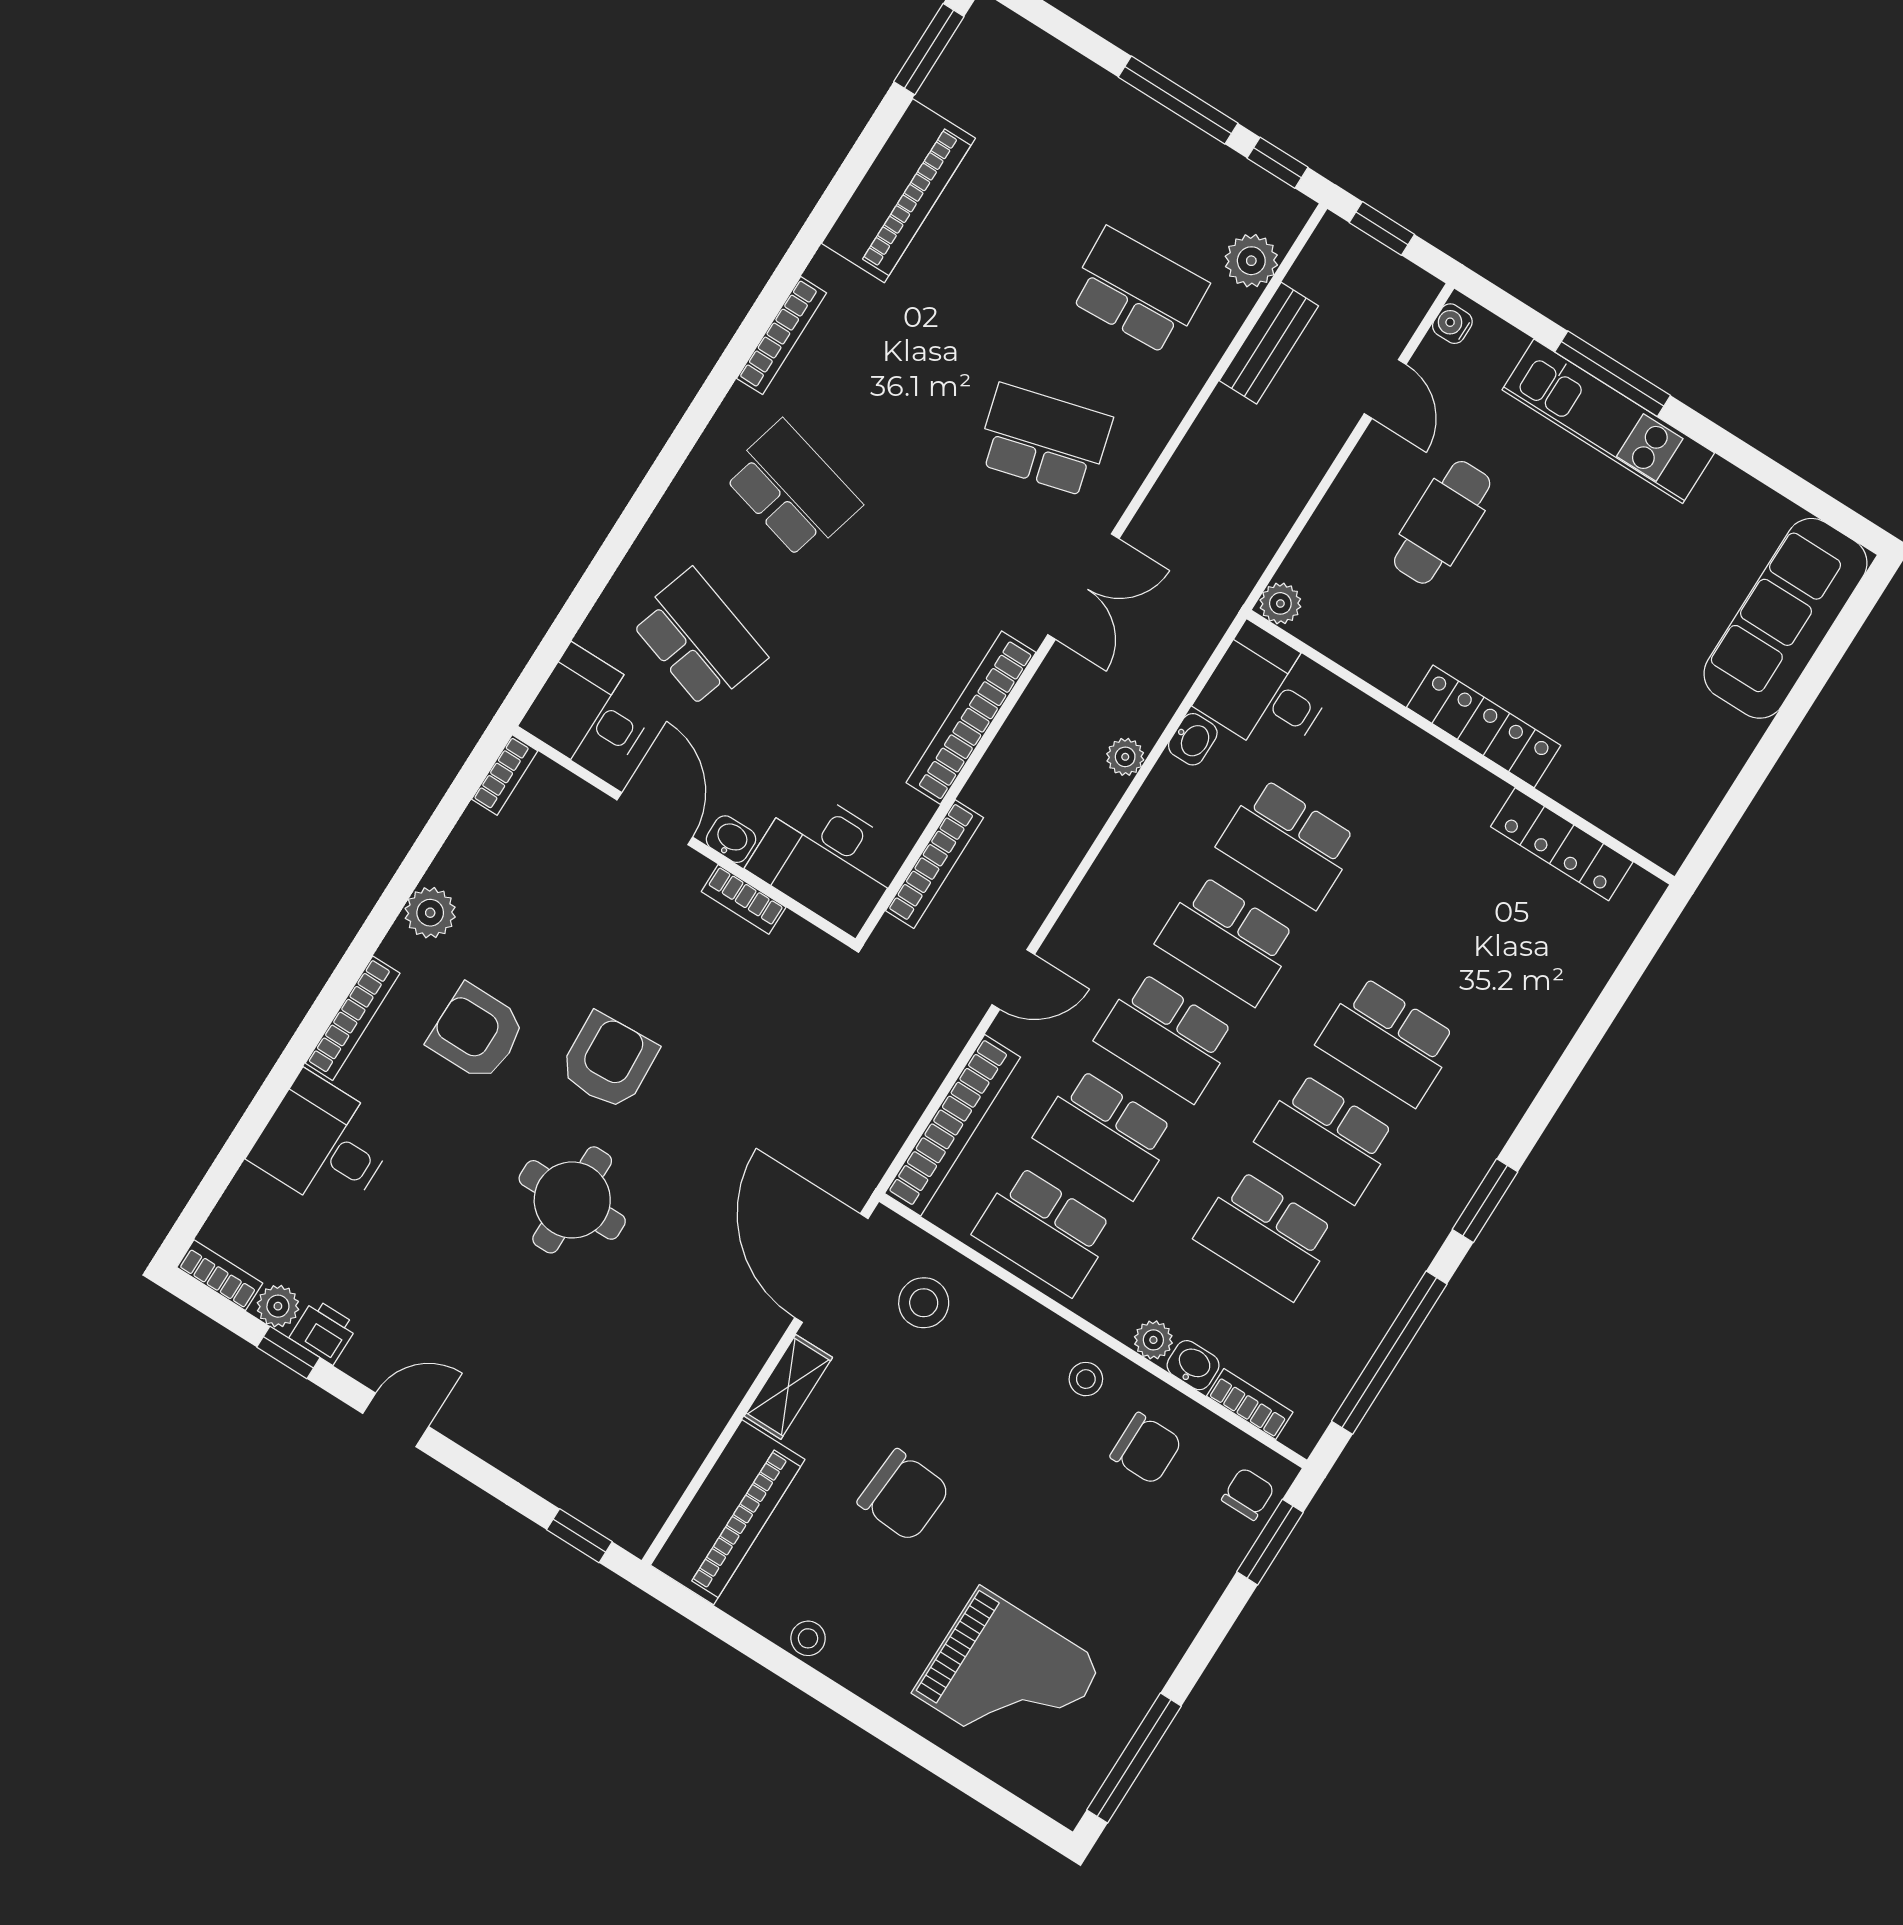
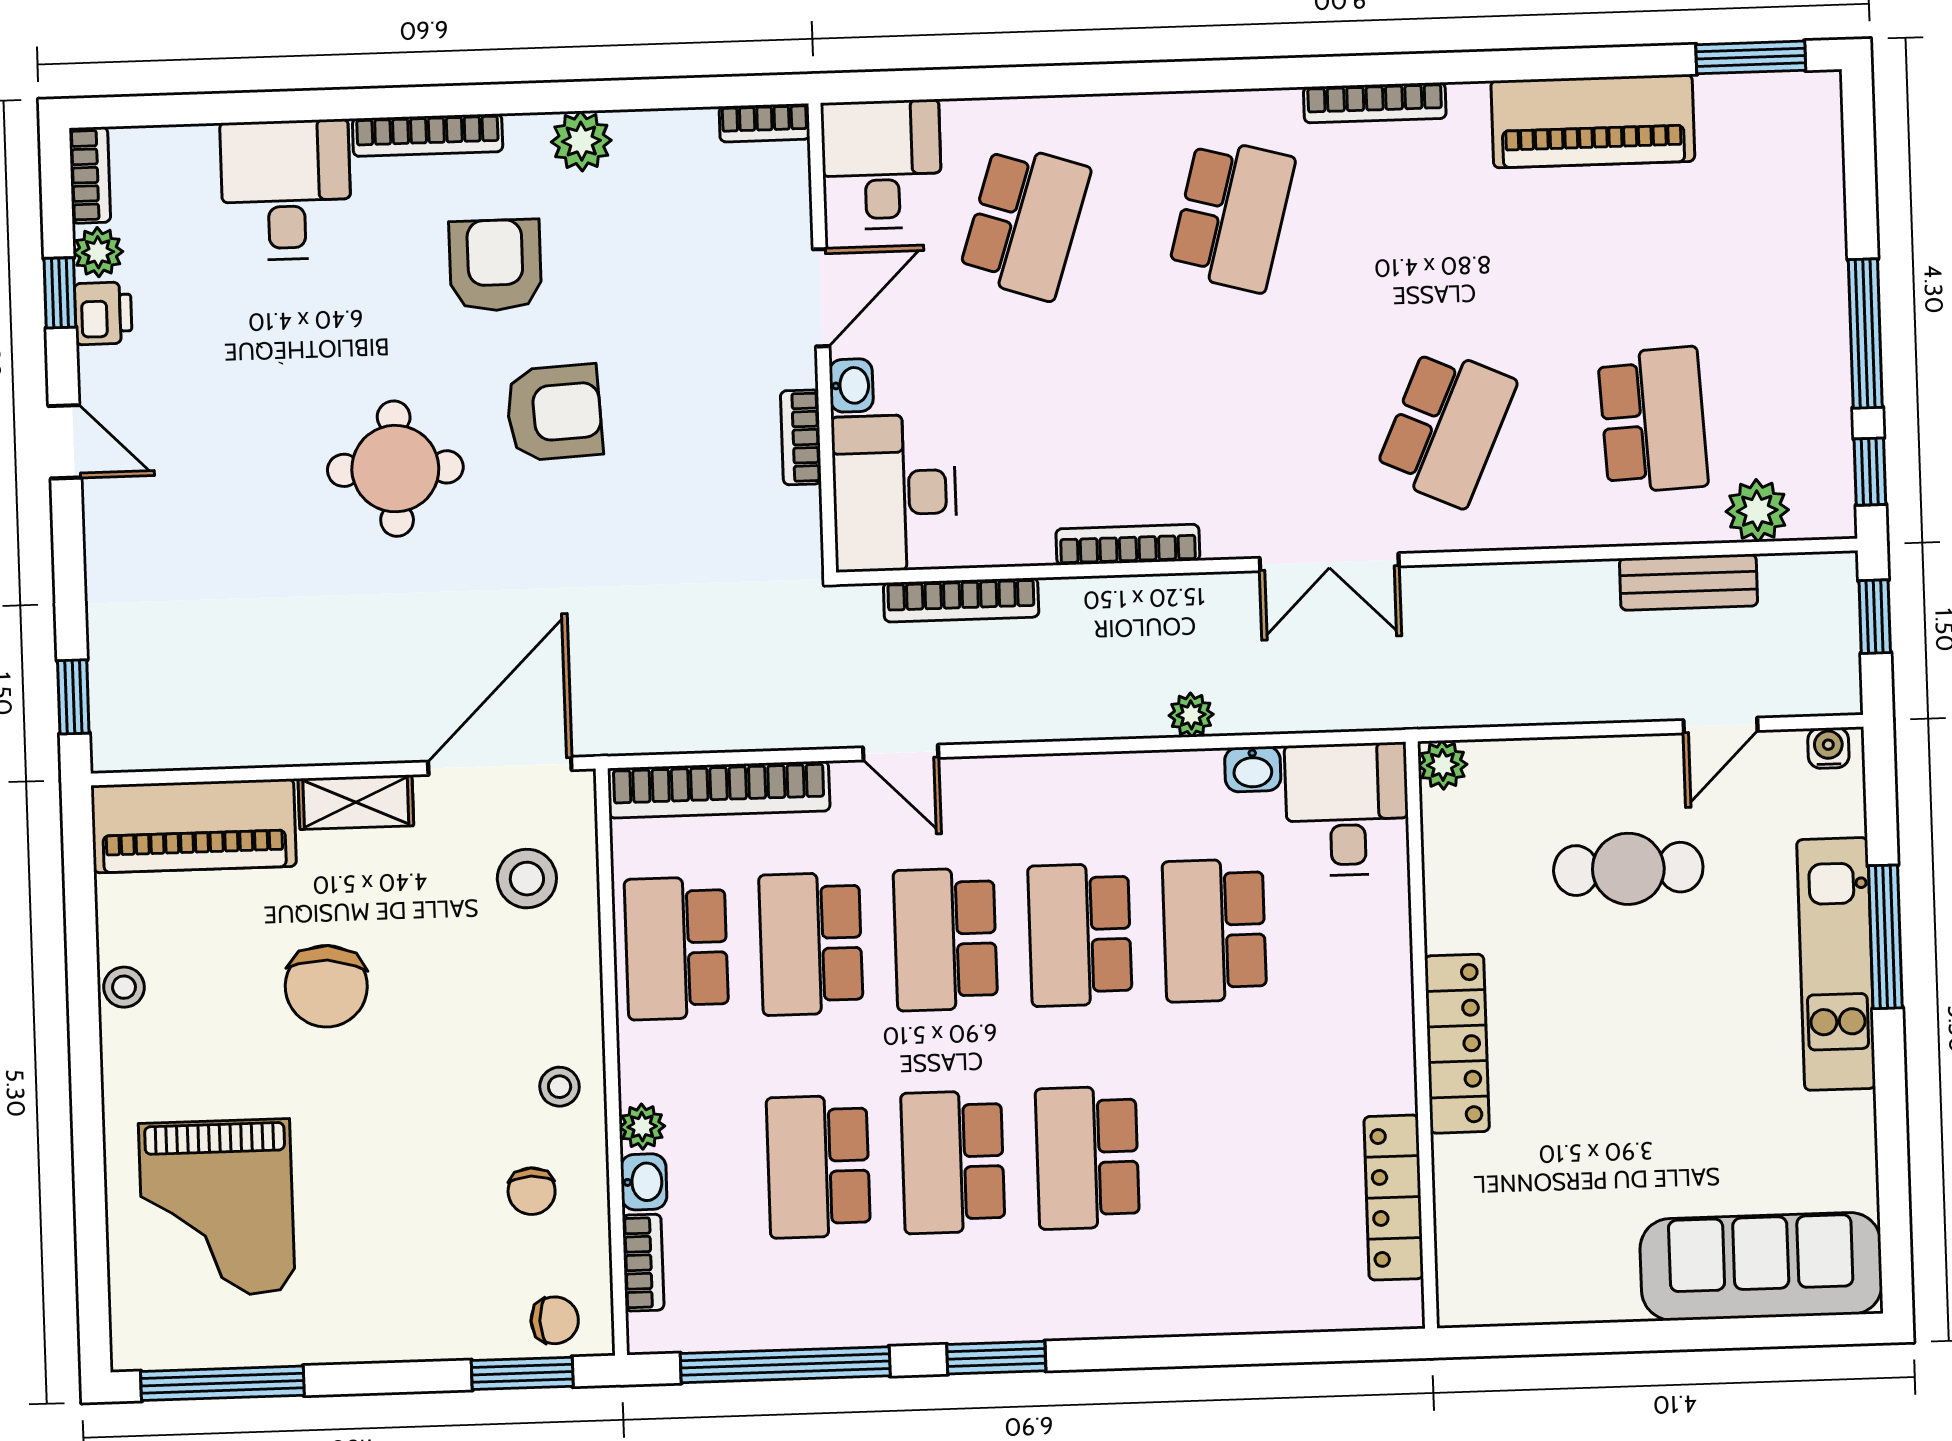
school desk: (1044, 440) -> (1446, 427), turned 39
bookcase: (971, 718) -> (1128, 545), width x0.68, depth x0.76
chair: (1146, 1449) -> (532, 1191), width x0.73, depth x0.73

